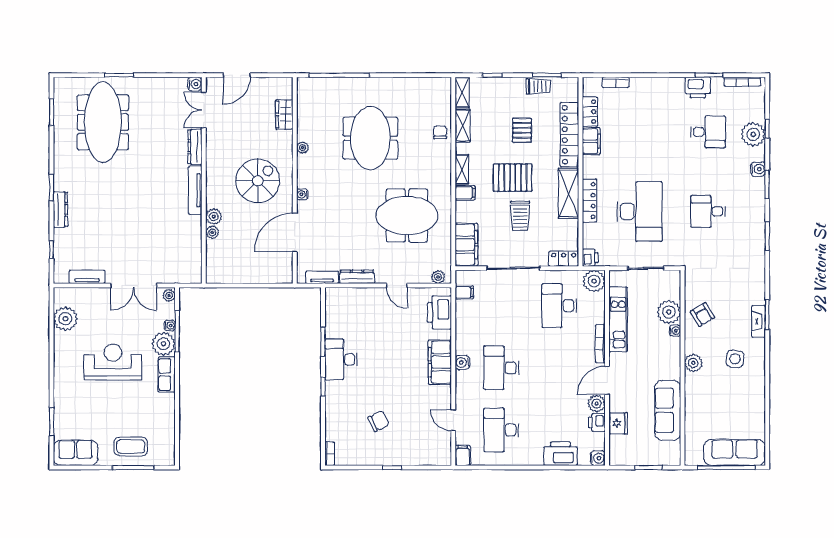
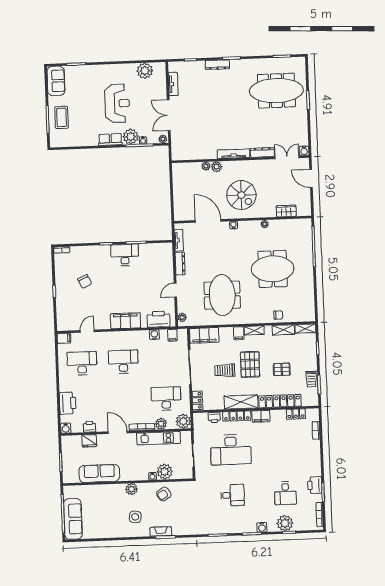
filing cabinet: (591, 141) -> (261, 416), moved
desk: (708, 211) -> (232, 495), turned 90
printer: (590, 258) -> (214, 417), moved
water cooler: (462, 362) -> (154, 335), moved
plant: (597, 404) -> (161, 424), moved

